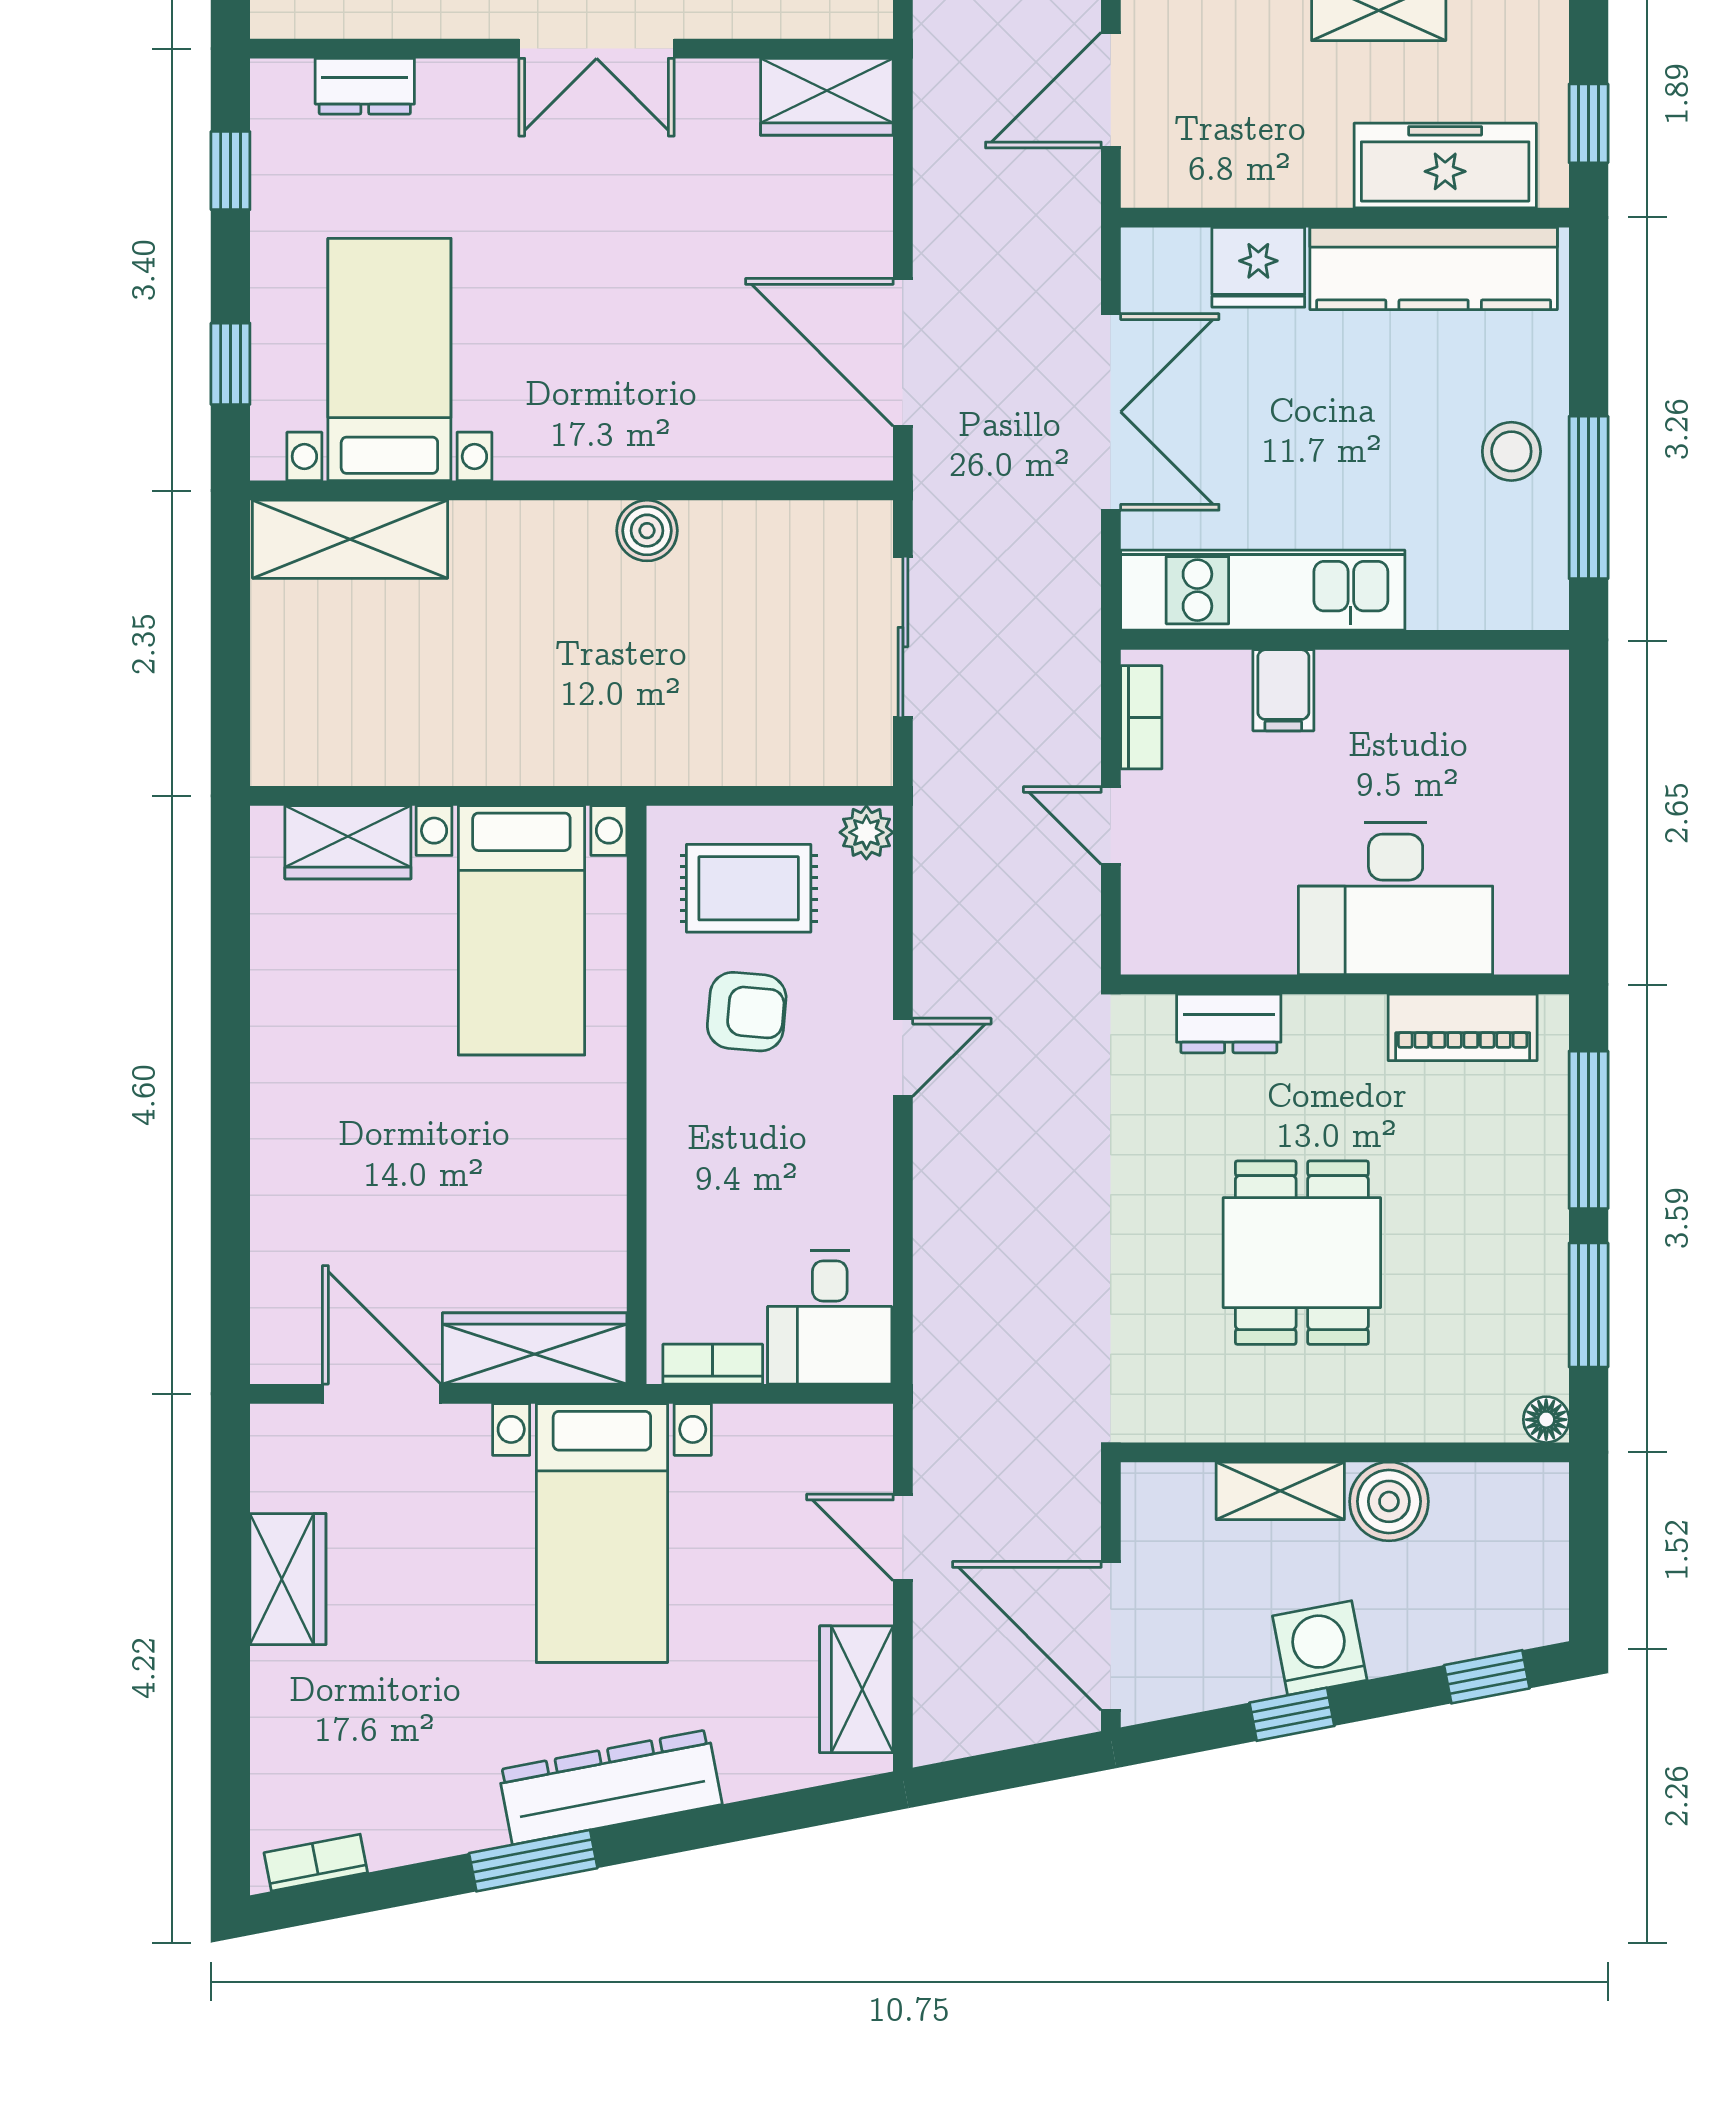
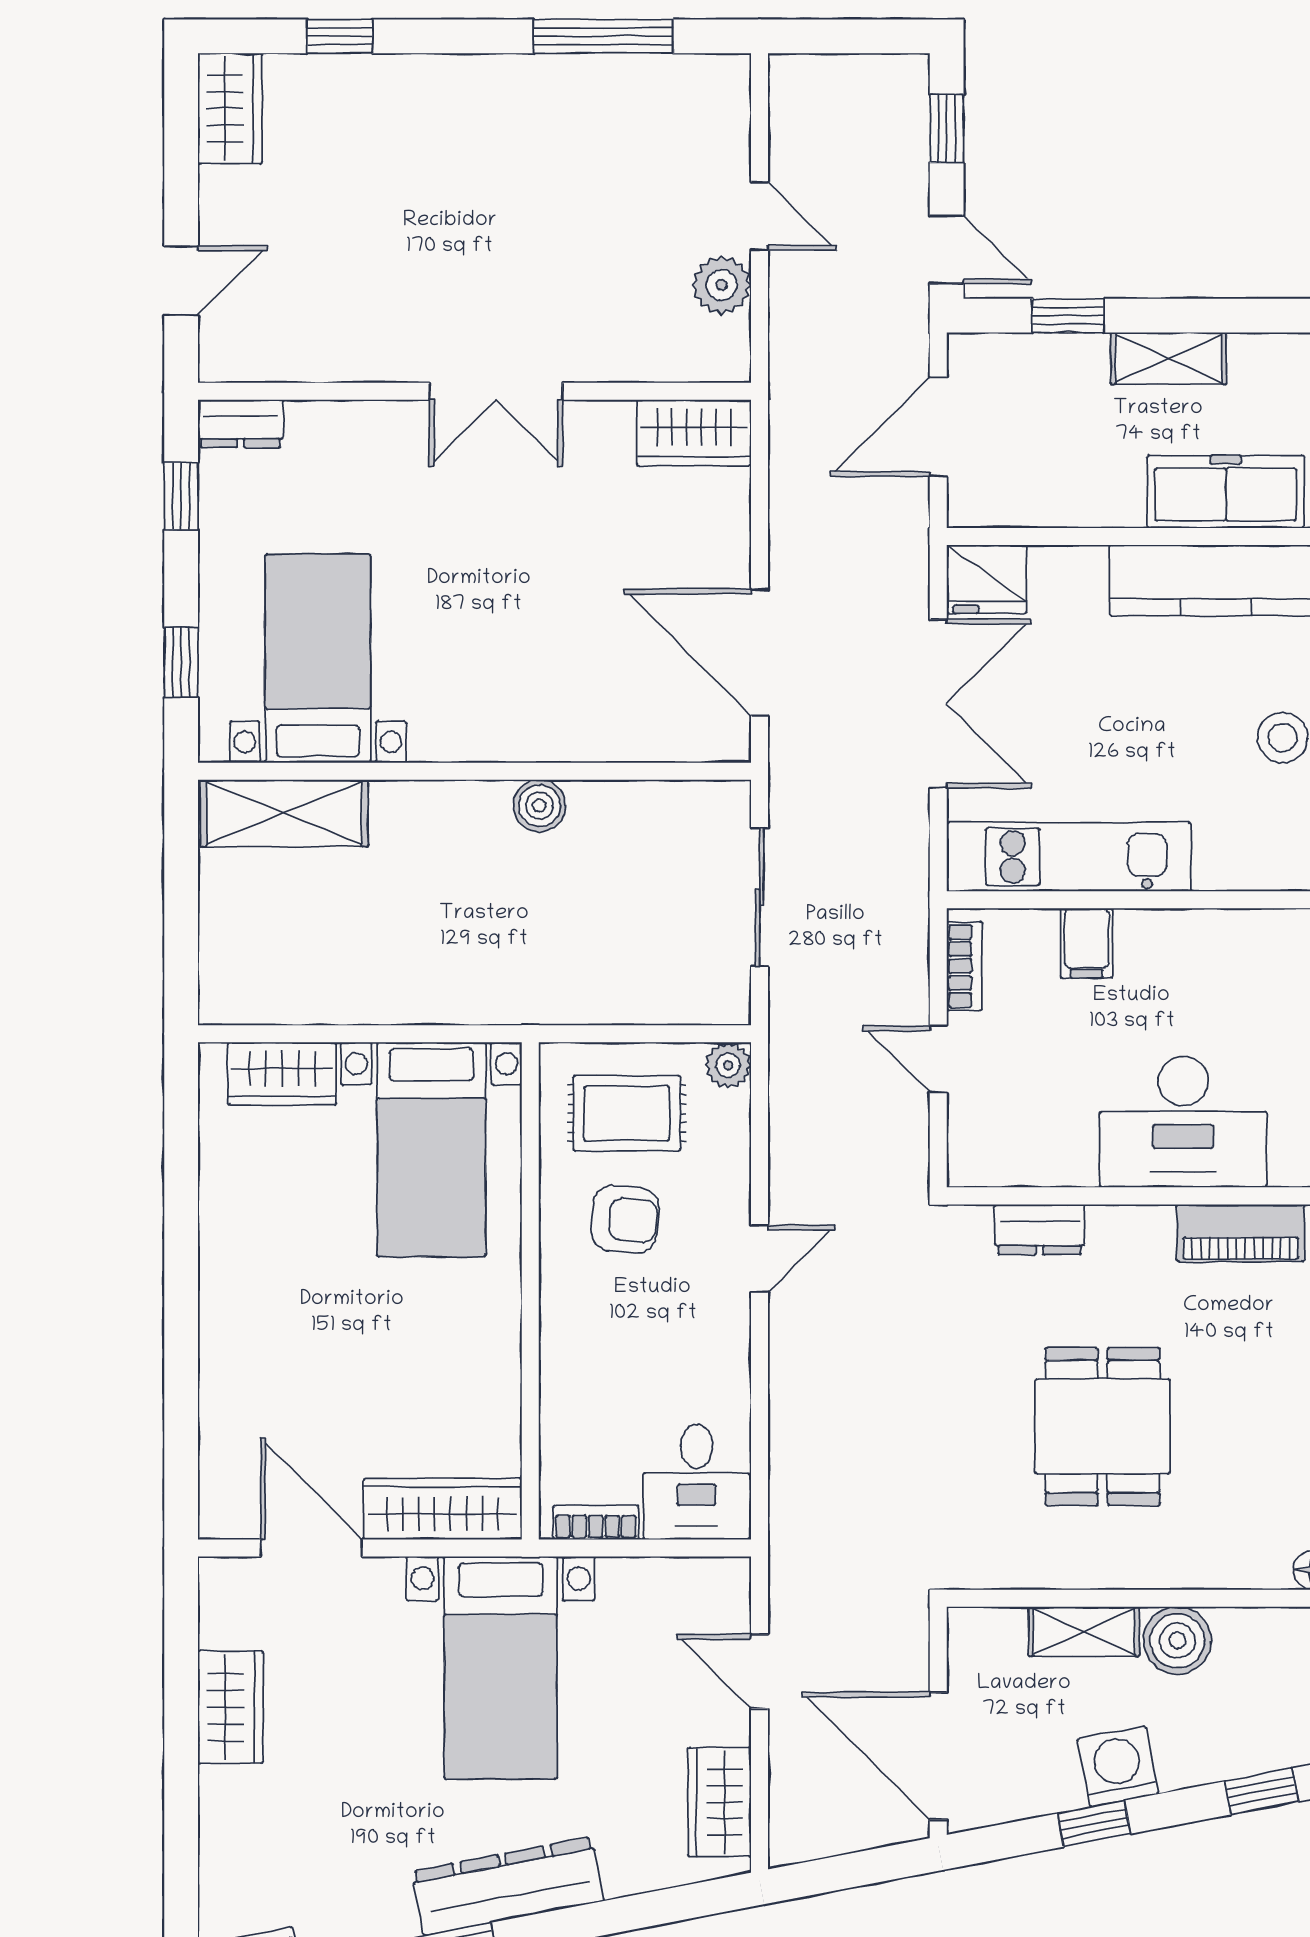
dresser: (365, 86) -> (241, 424), moved
fridge: (1258, 267) -> (987, 579), moved

